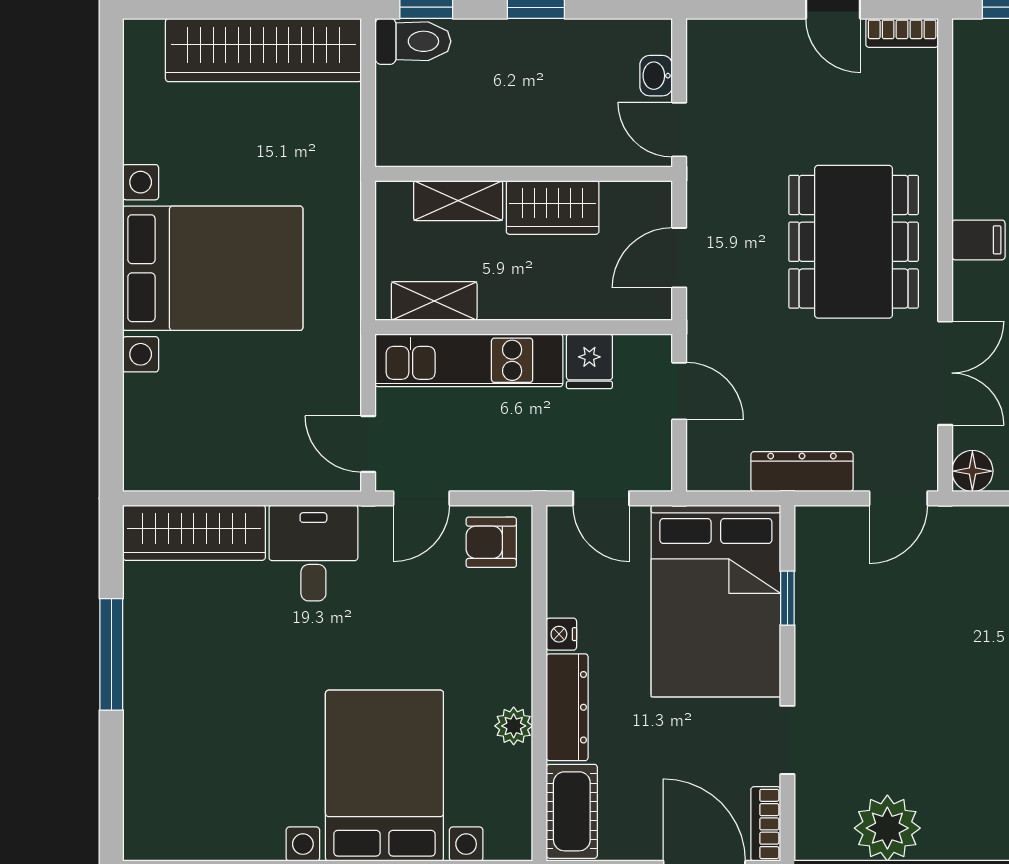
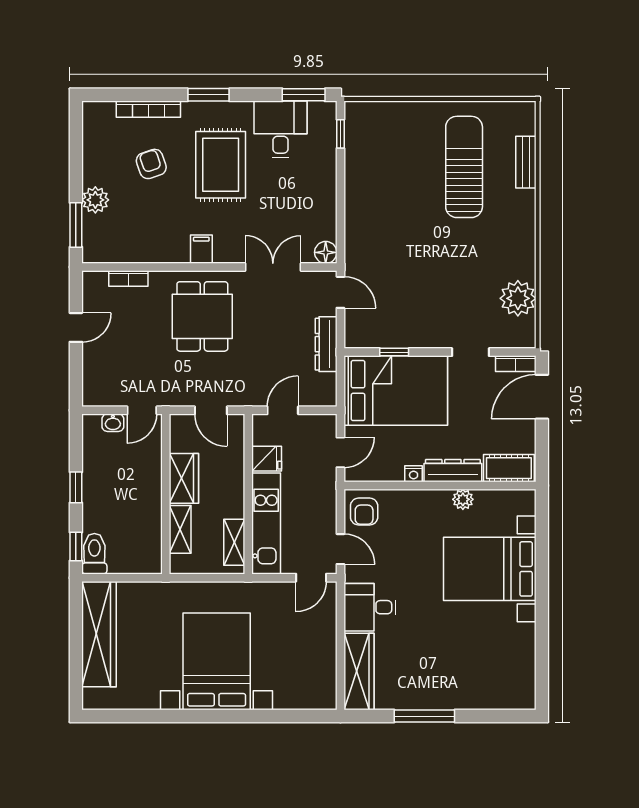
bookcase: (902, 33) -> (128, 279), moved, turned 90
dining table: (854, 242) -> (202, 316), width x0.73

